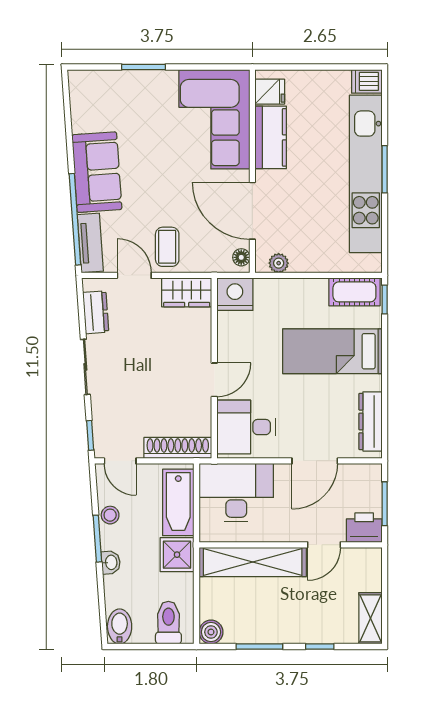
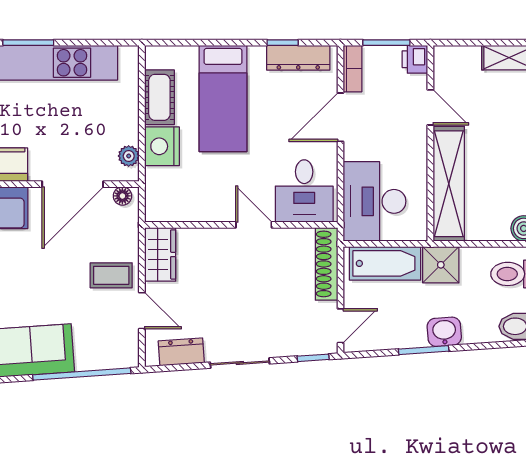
tv unit: (90, 243) -> (107, 358), removed
door: (134, 275) -> (142, 311), swing flipped
cot: (354, 292) -> (159, 97), moved
nightstand: (235, 294) -> (162, 146), moved
window: (385, 299) -> (283, 43), moved
door: (315, 461) -> (341, 117), swing flipped
bookcase: (360, 472) -> (353, 69), added
stool: (110, 515) -> (398, 336), removed
printer: (364, 528) -> (415, 59), width x0.73, depth x0.81
washbasin: (111, 562) -> (444, 332), width x1.38, depth x1.45

